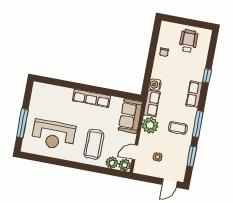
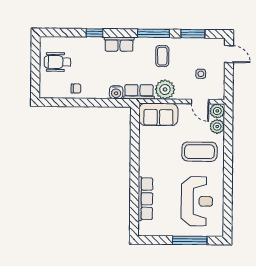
row of seats: (91, 98) -> (145, 199), moved

